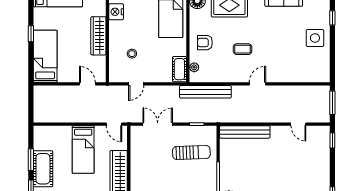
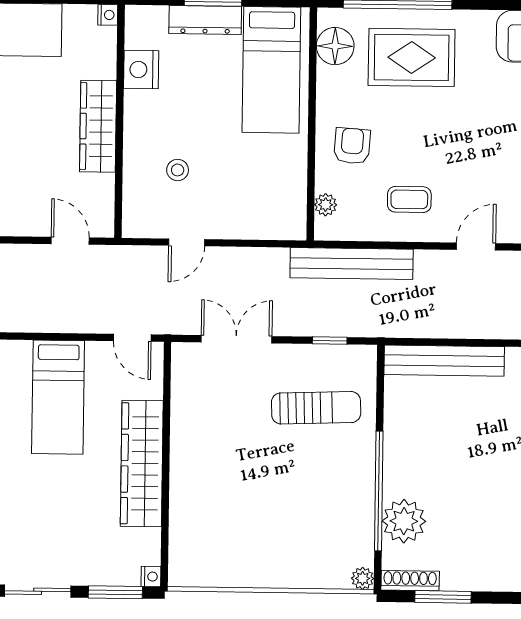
armchair: (205, 43) -> (352, 146), turned 94
coffee table: (243, 49) -> (409, 199), moved
cot: (179, 69) -> (290, 209), removed

